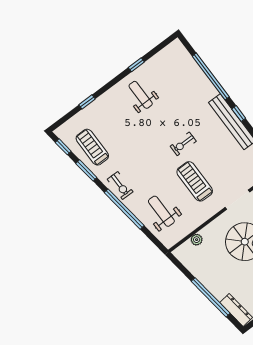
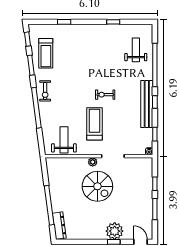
weight bench: (141, 95) -> (136, 50), moved
treadmill: (92, 147) -> (46, 53), turned 180
weight bench: (161, 211) -> (64, 140), moved
plant: (197, 240) -> (93, 162), moved

